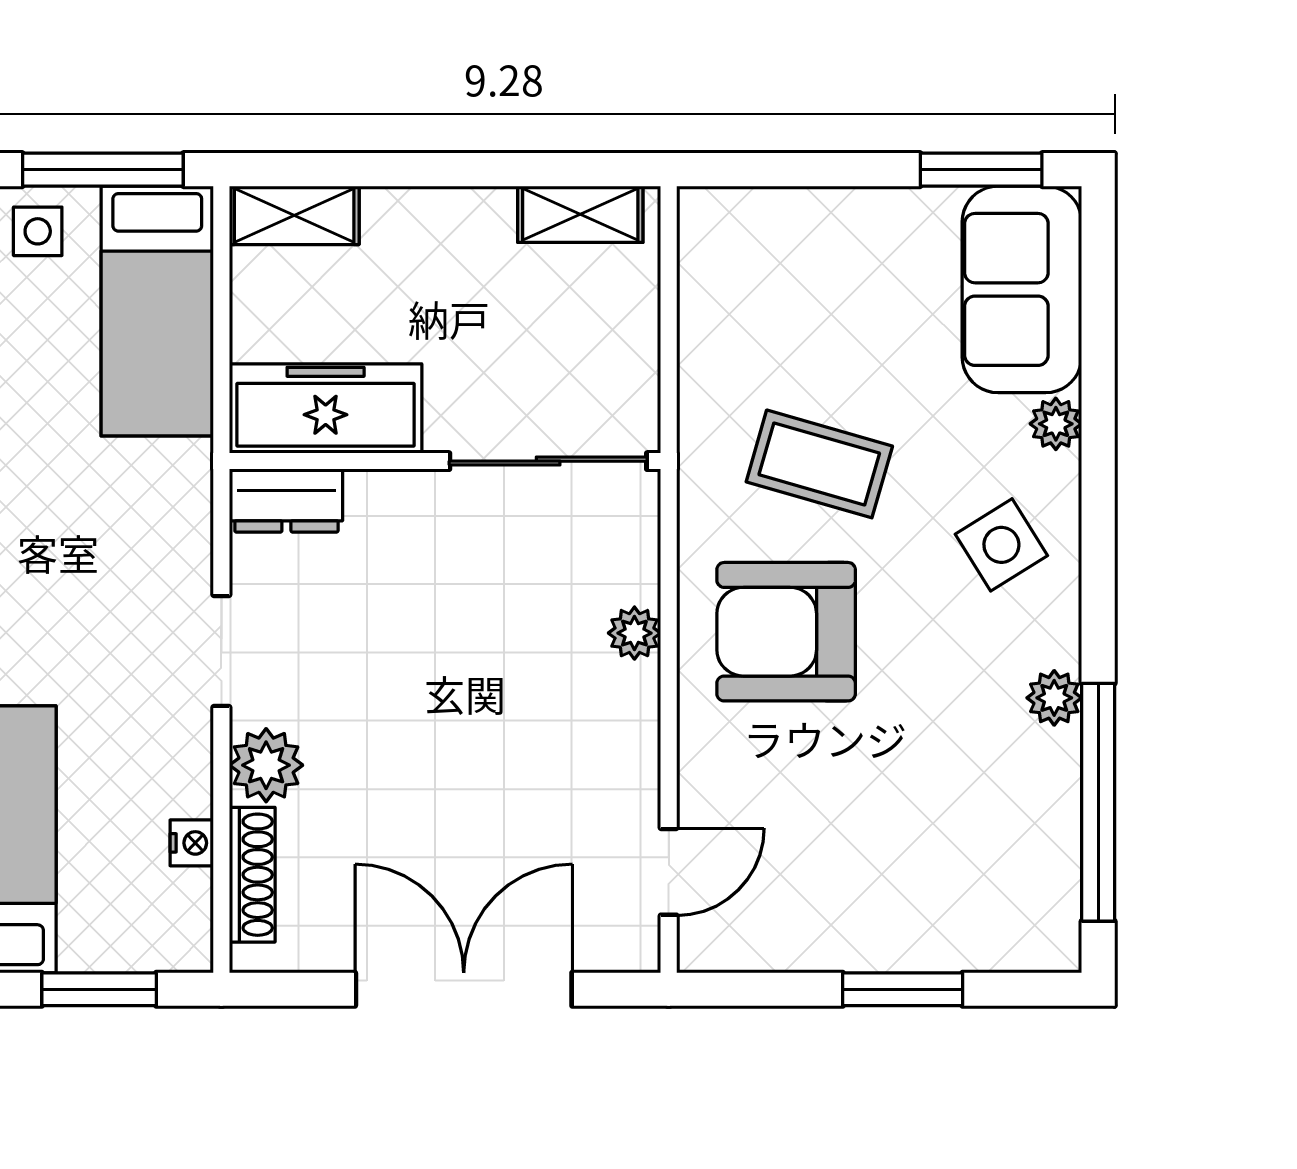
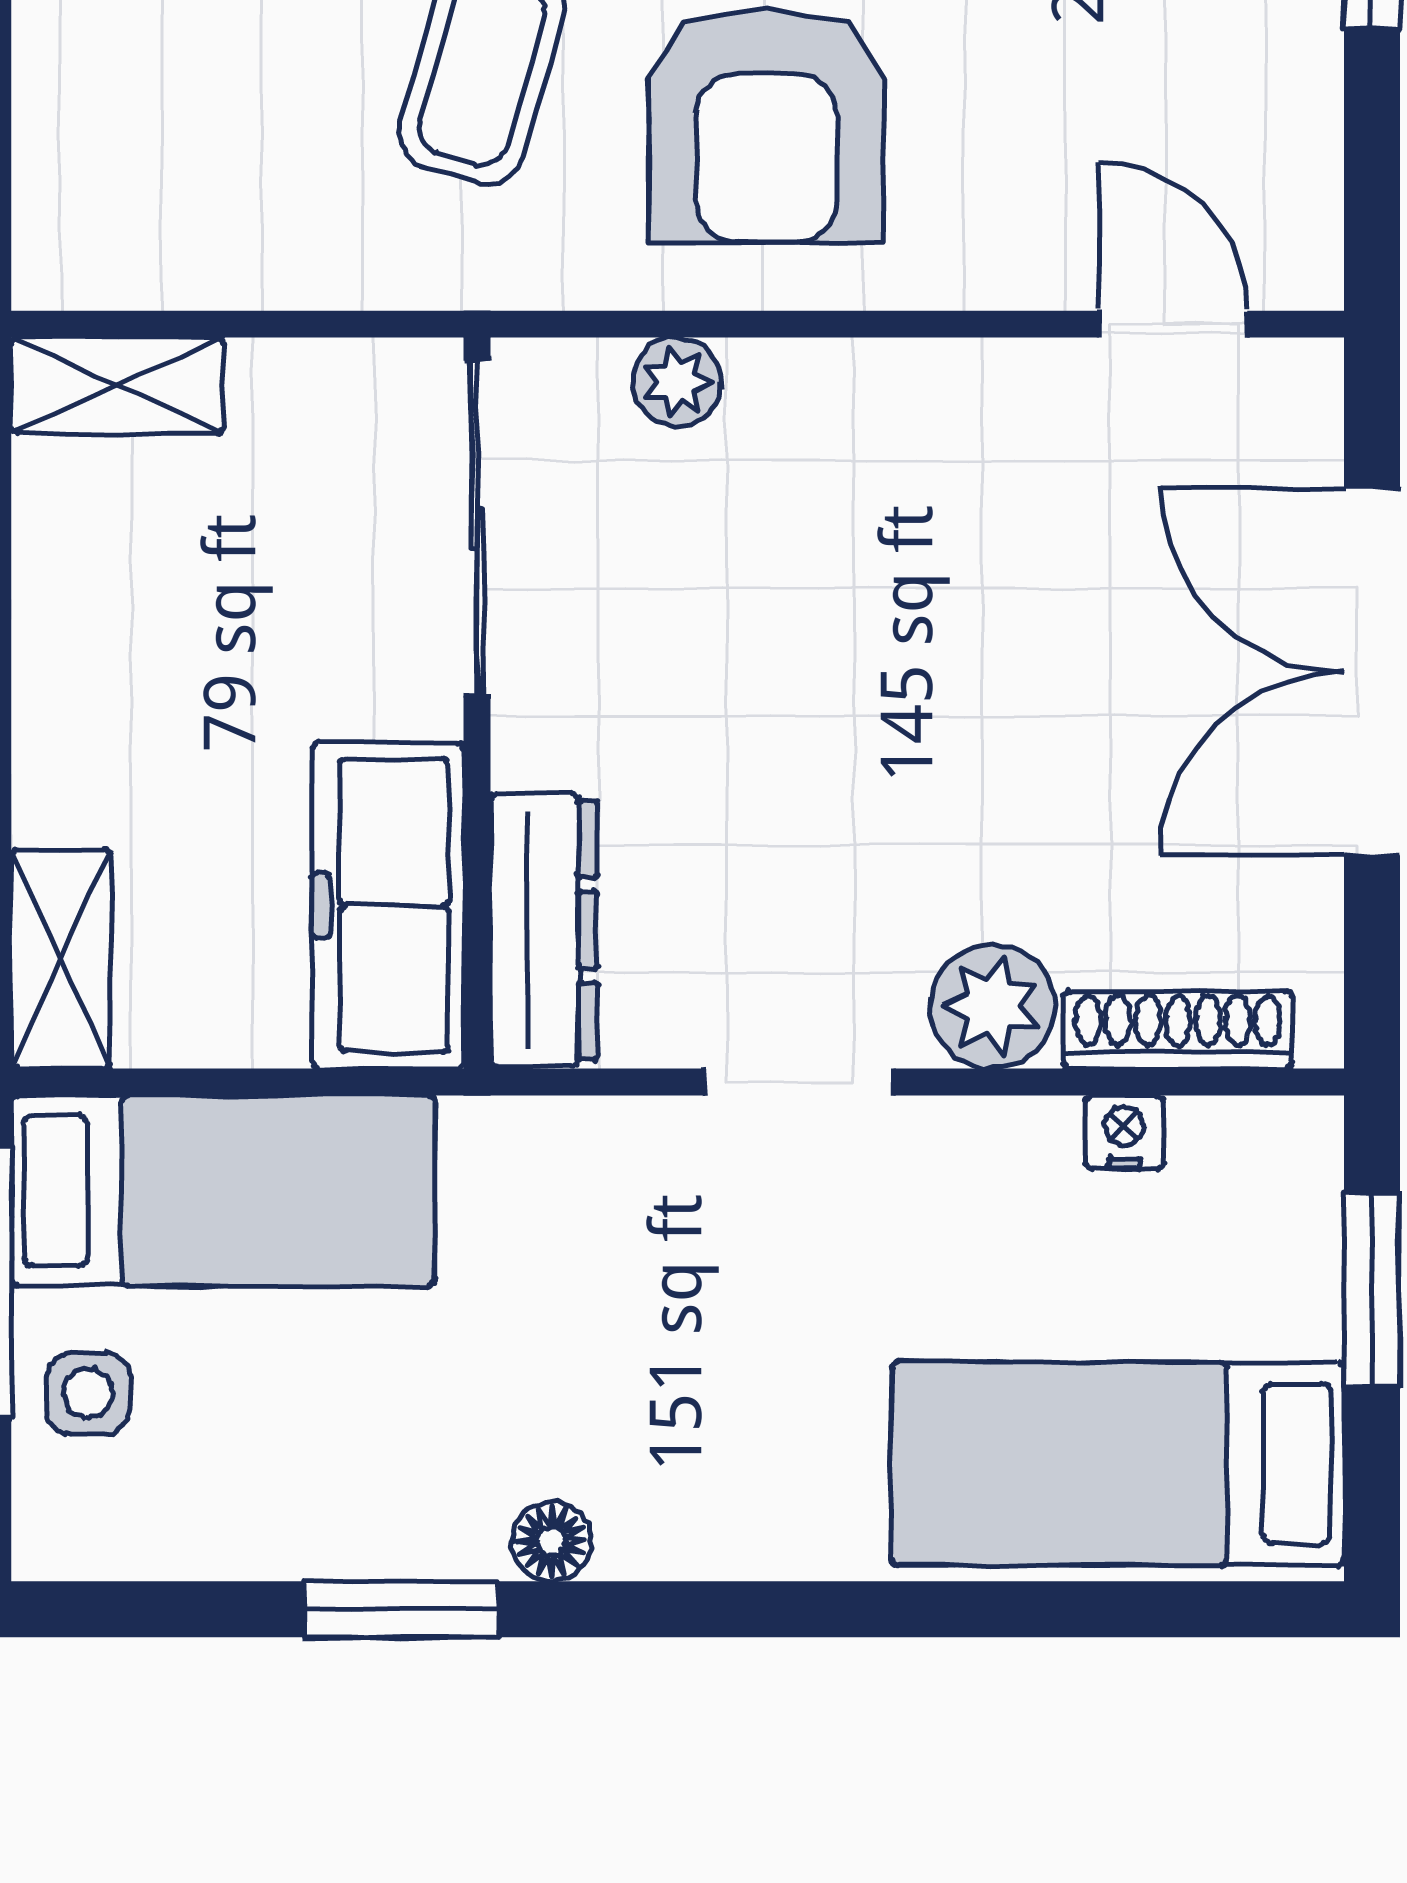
shelving: (580, 214) -> (117, 385), moved, turned 90
dresser: (286, 501) -> (544, 930), width x1.44
plant: (634, 633) -> (677, 382), moved

